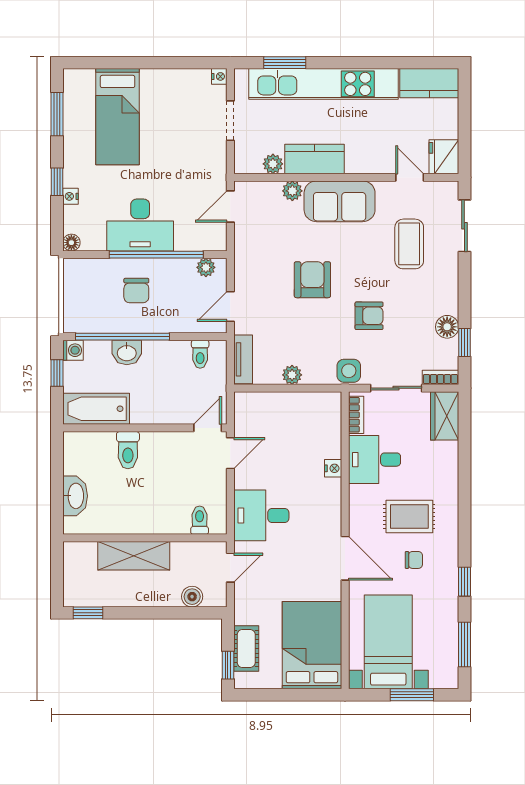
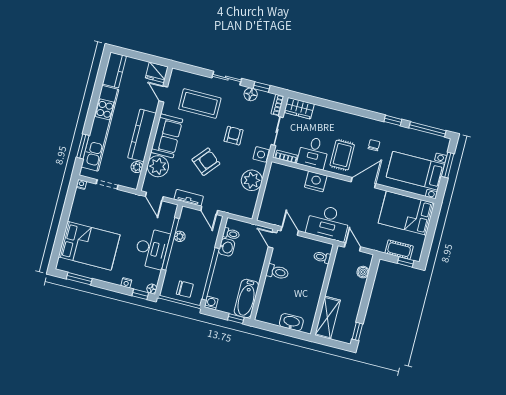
bed: (118, 117) -> (89, 246), width x1.50
kitchen counter: (315, 159) -> (142, 135), width x1.50
door: (410, 177) -> (163, 94), hinge flipped
window: (57, 182) -> (140, 294), moved
plant: (292, 191) -> (158, 166), width x1.87, depth x1.87
sliding door: (464, 226) -> (227, 78), moved
coffee table: (409, 244) -> (200, 104), width x1.36, depth x1.32
plant: (206, 267) -> (180, 236), moved
armchair: (312, 280) -> (206, 162), turned 130
chair: (136, 291) -> (185, 289), moved
washbasin: (127, 352) -> (227, 247), moved
tv unit: (243, 359) -> (189, 198), moved
window: (57, 373) -> (236, 319), moved
plant: (292, 375) -> (252, 180), width x1.87, depth x1.87
toilet: (128, 450) -> (277, 272), moved
nightstand: (333, 468) -> (316, 181), width x1.89, depth x1.79
desk: (261, 515) -> (328, 223), width x1.37
rug: (409, 517) -> (342, 155), moved
shelving: (134, 556) -> (328, 318), moved
window: (464, 645) -> (427, 129), width x1.44

